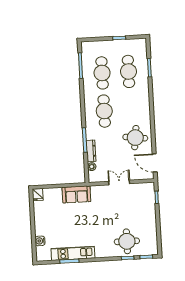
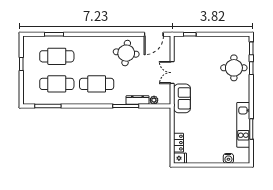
locker: (53, 192) -> (178, 143), added
sofa: (76, 194) -> (182, 98), moved

